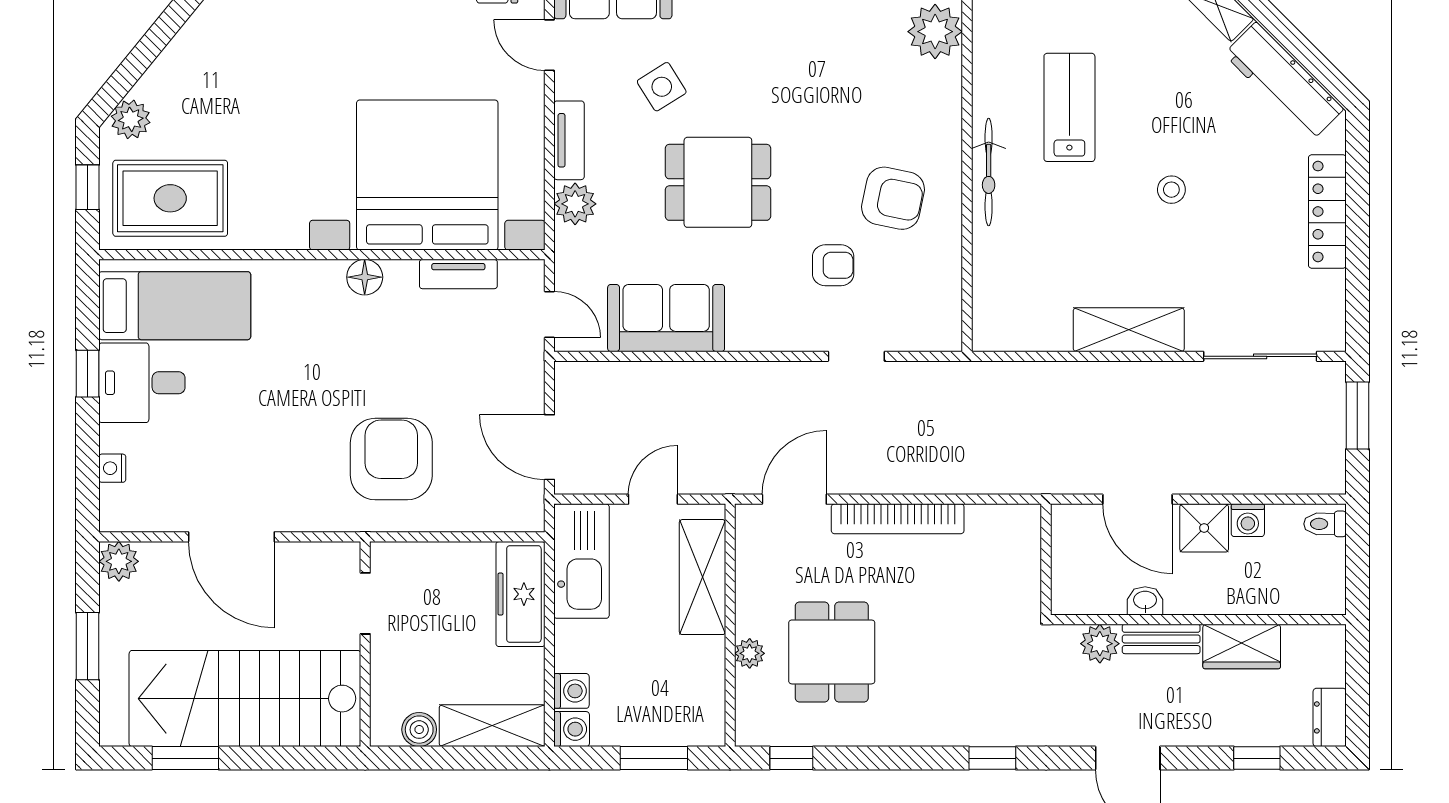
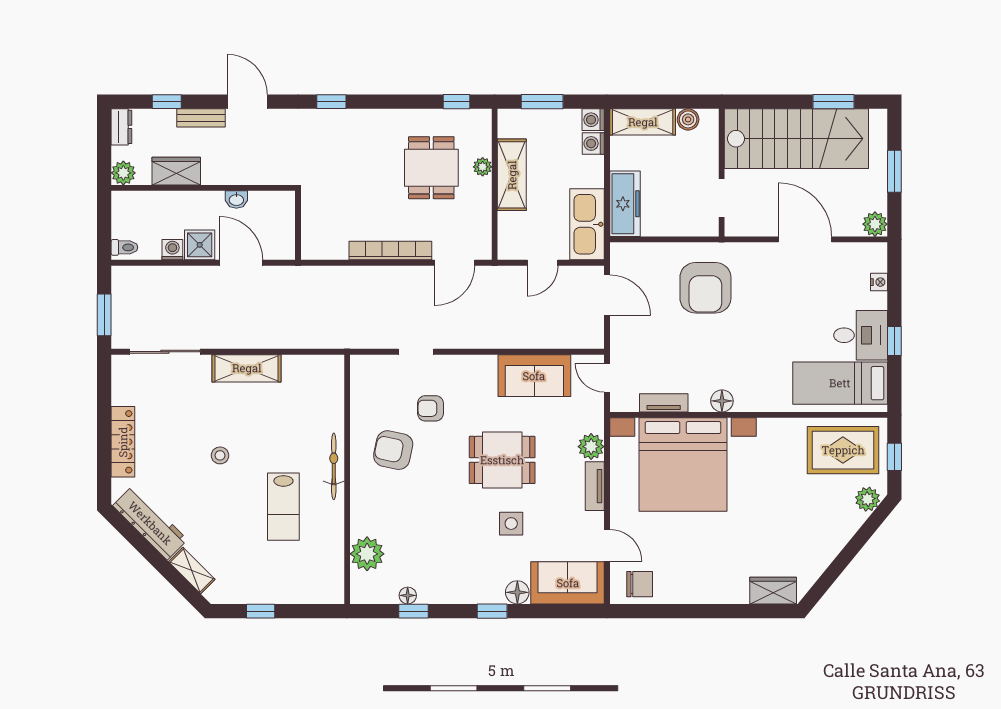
side table: (662, 87) -> (511, 524), moved, turned 32
shelving: (702, 577) -> (512, 175), moved
bench: (1161, 639) -> (201, 118), moved
plant: (1100, 644) -> (123, 173), moved

